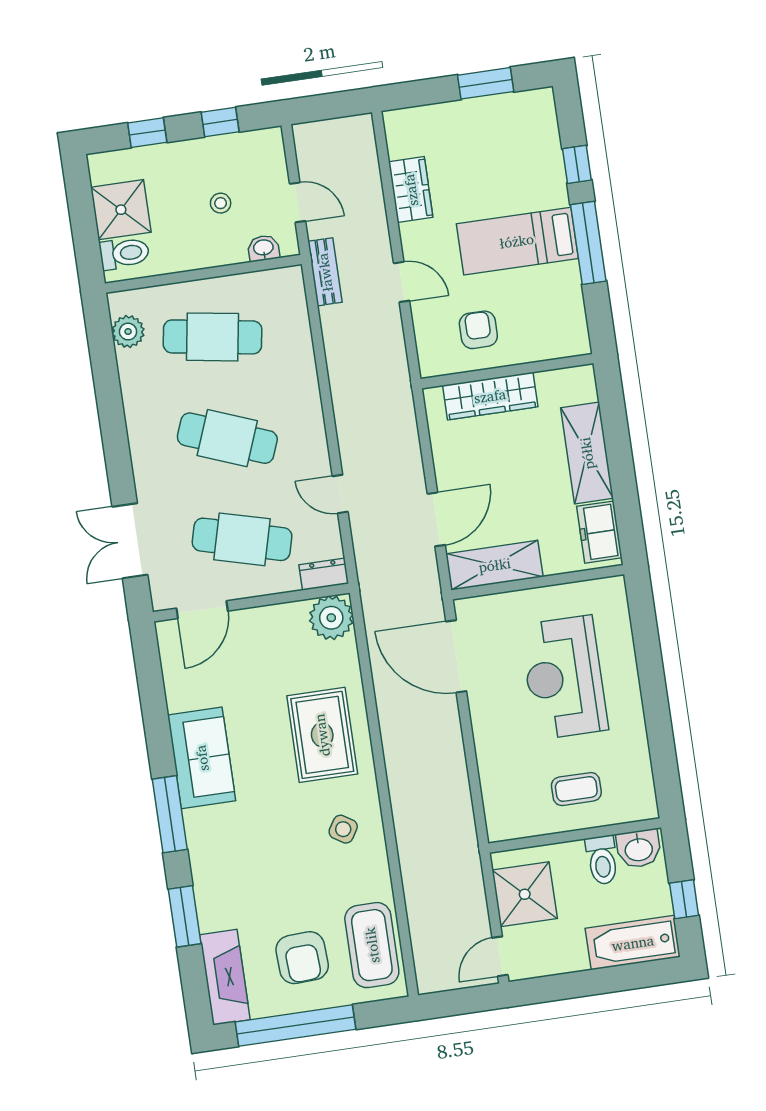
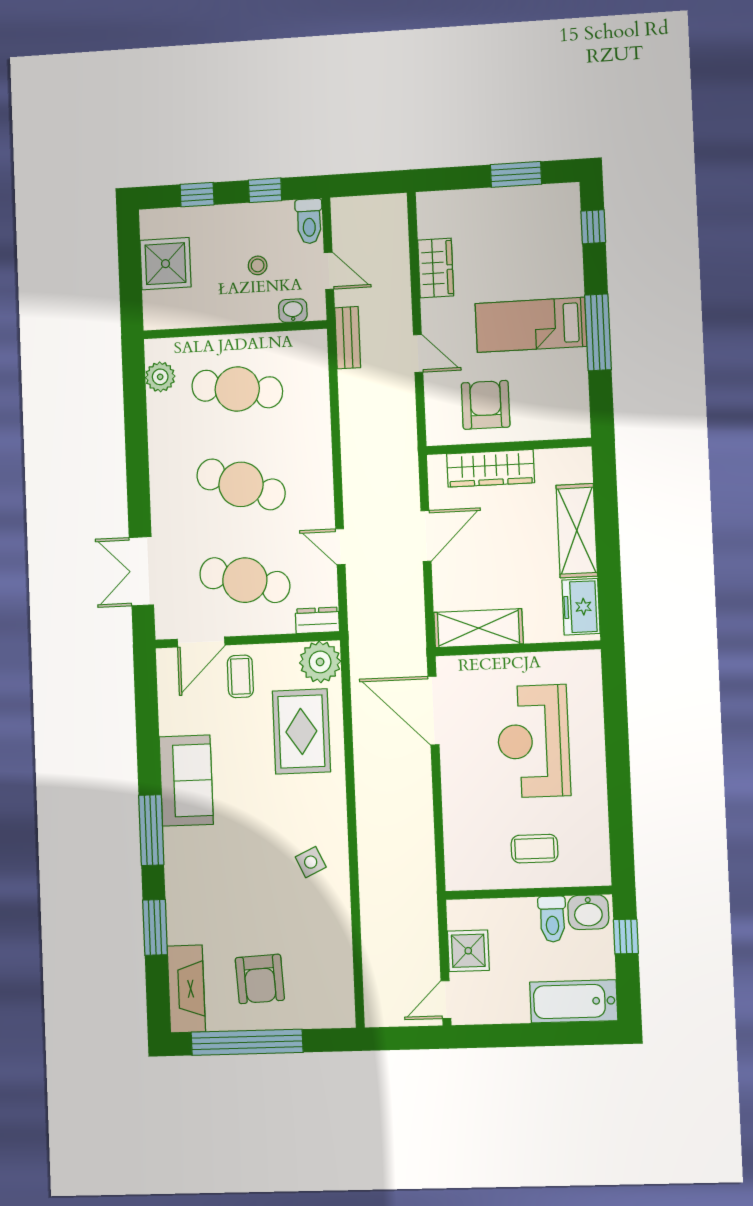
window: (577, 164) -> (593, 227), moved
toilet: (124, 253) -> (309, 221), moved, turned 90
armchair: (478, 330) -> (486, 405), width x1.38, depth x1.38
door: (436, 519) -> (426, 536), moved
rug: (322, 735) -> (301, 731), moved
side table: (343, 829) -> (311, 862), turned 33
shower: (525, 894) -> (468, 951), width x0.73, depth x0.73
window: (684, 899) -> (626, 936), moved
coffee table: (372, 945) -> (240, 676), moved, width x0.54, depth x0.58

